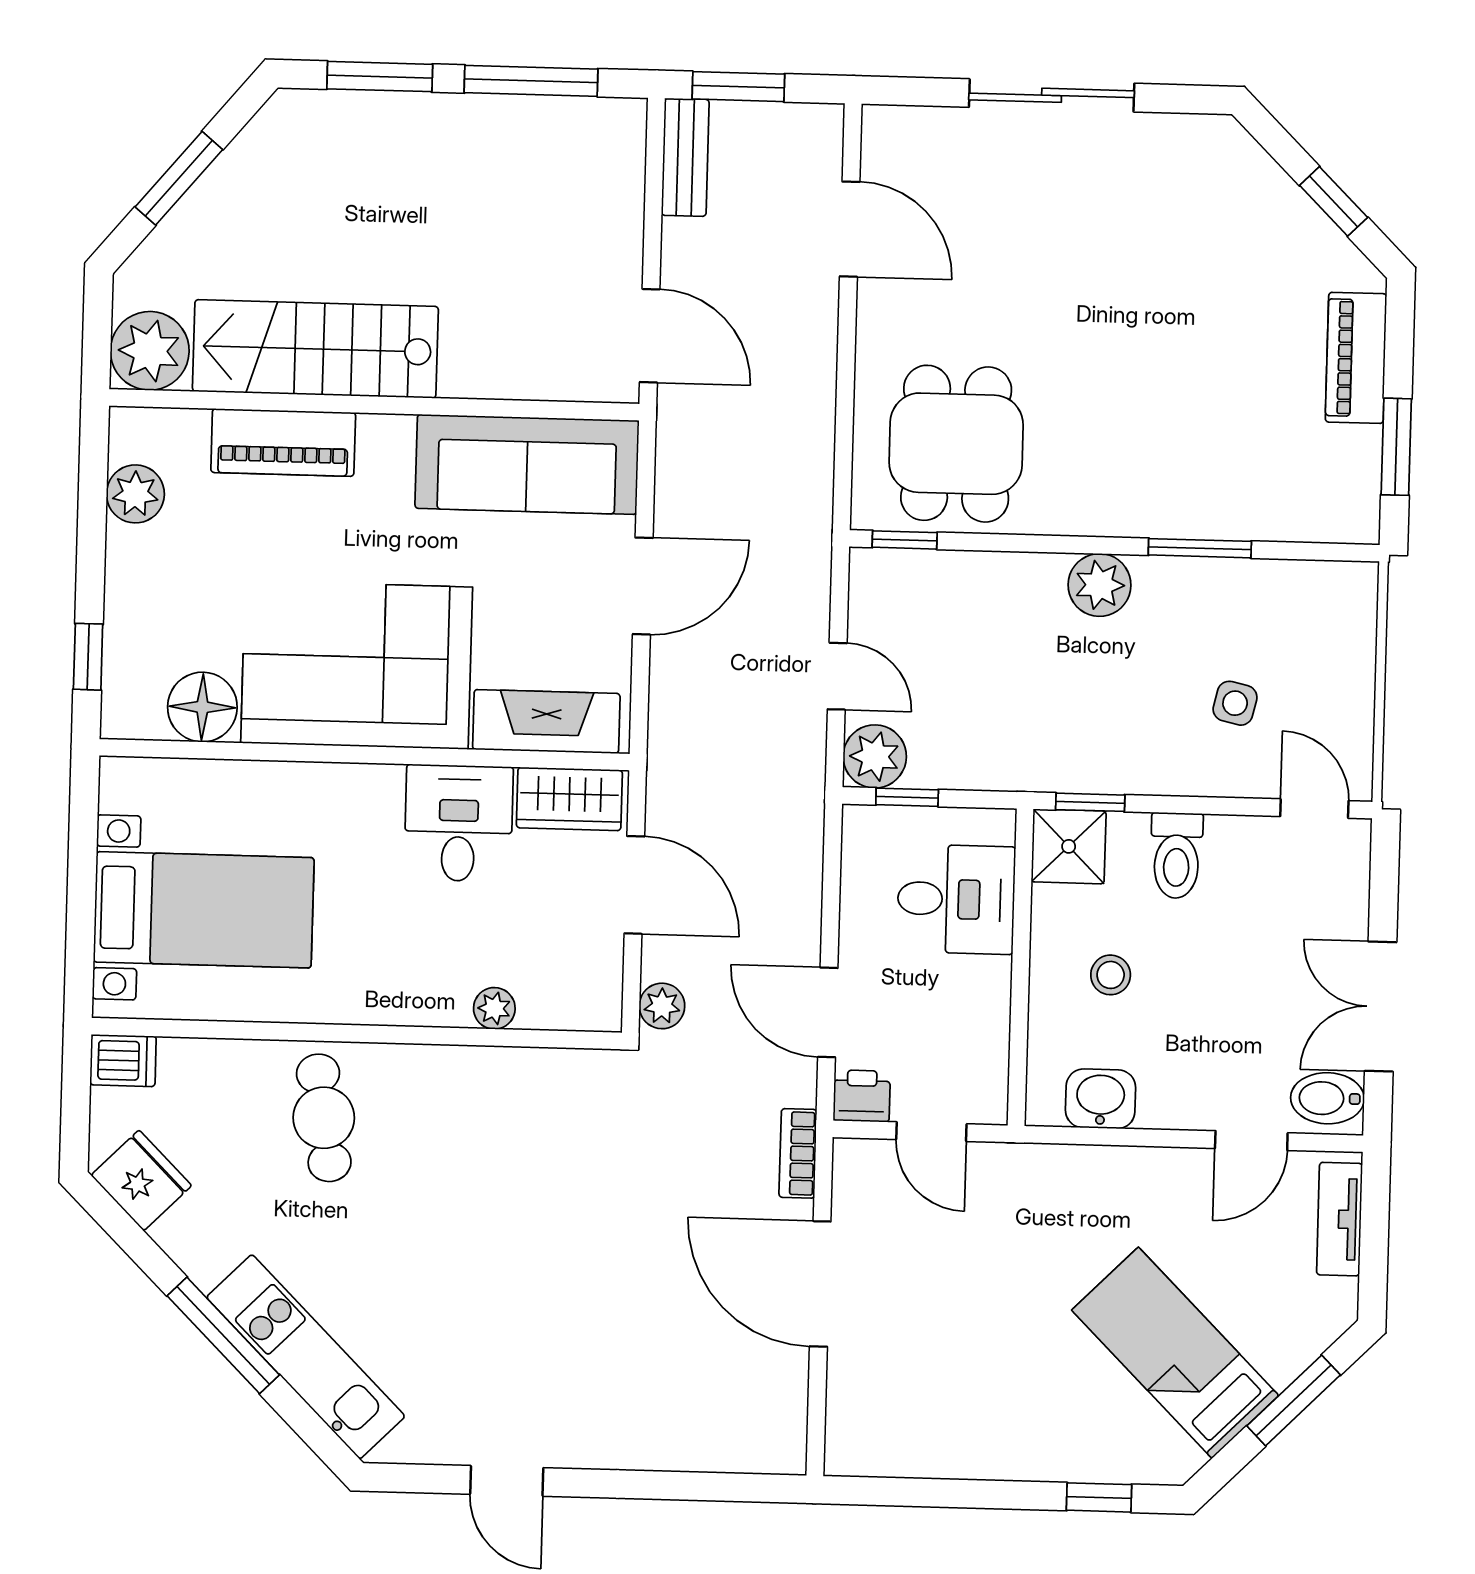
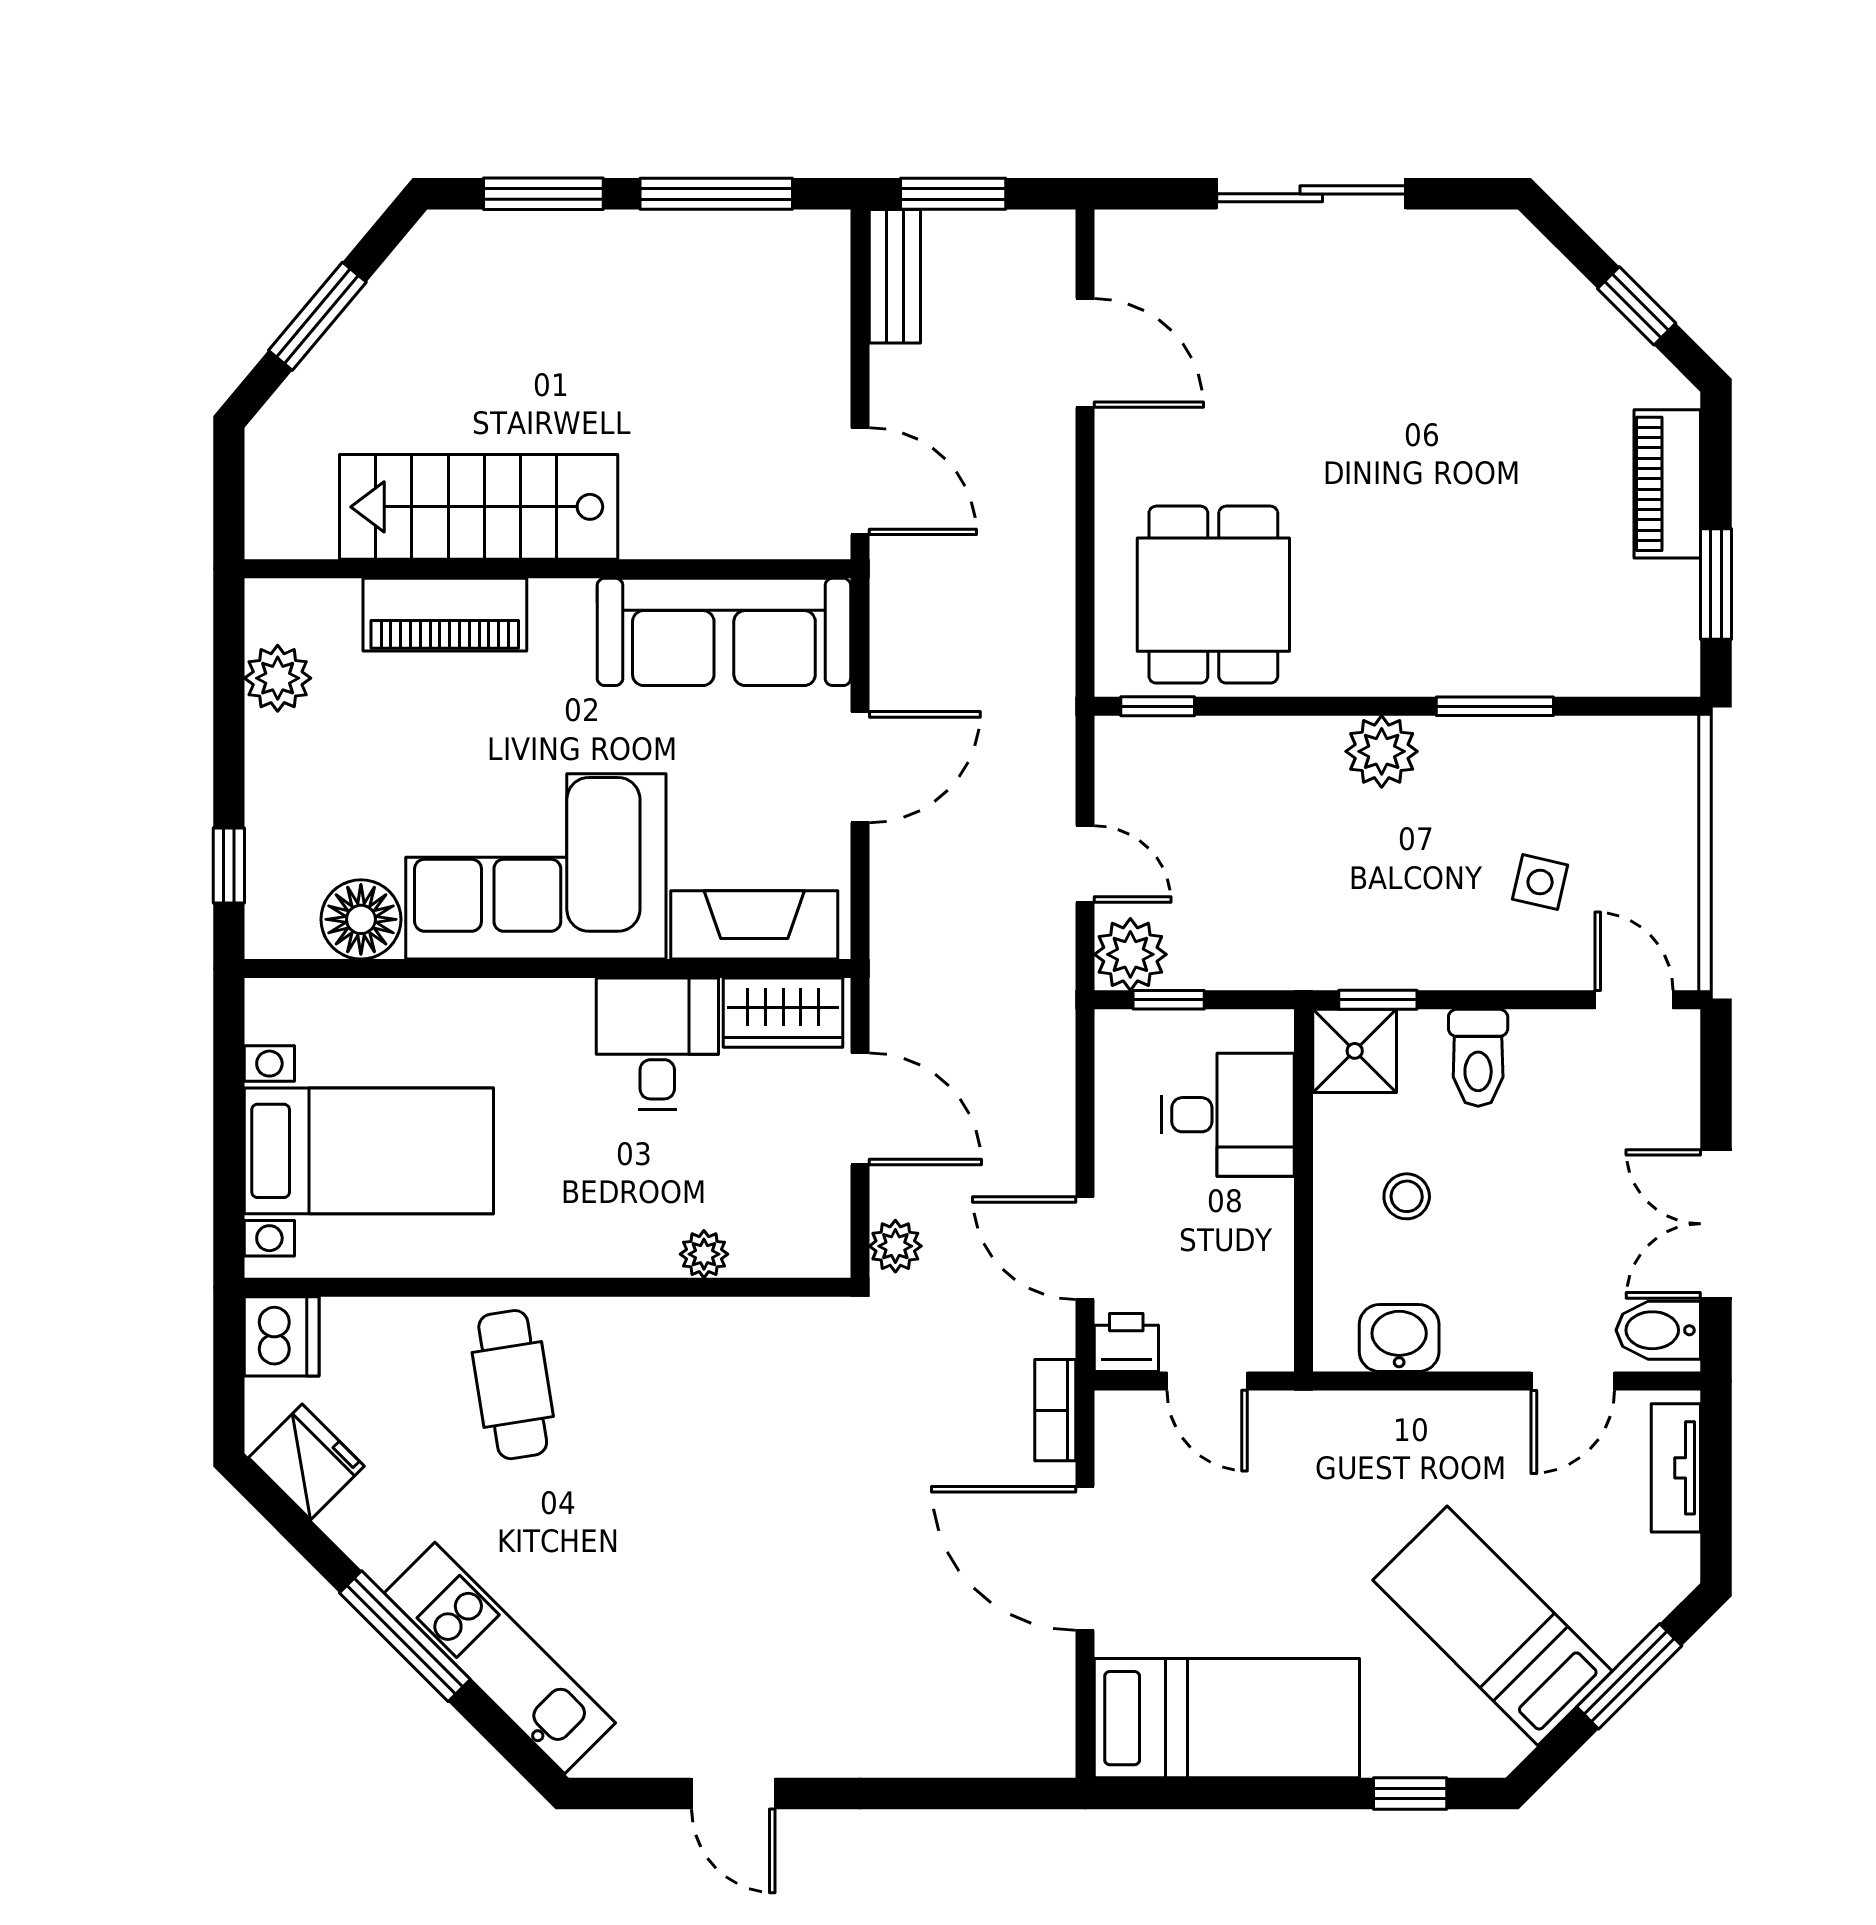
plant: (150, 351) -> (289, 514), removed
dishwasher: (123, 1060) -> (282, 1336), width x1.38
bed: (940, 1427) -> (1227, 1718), added

